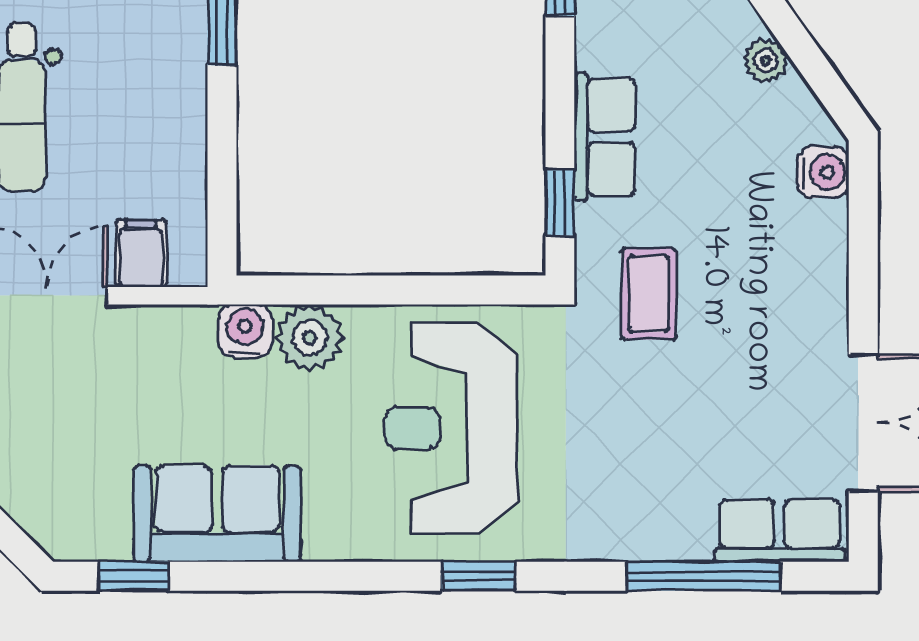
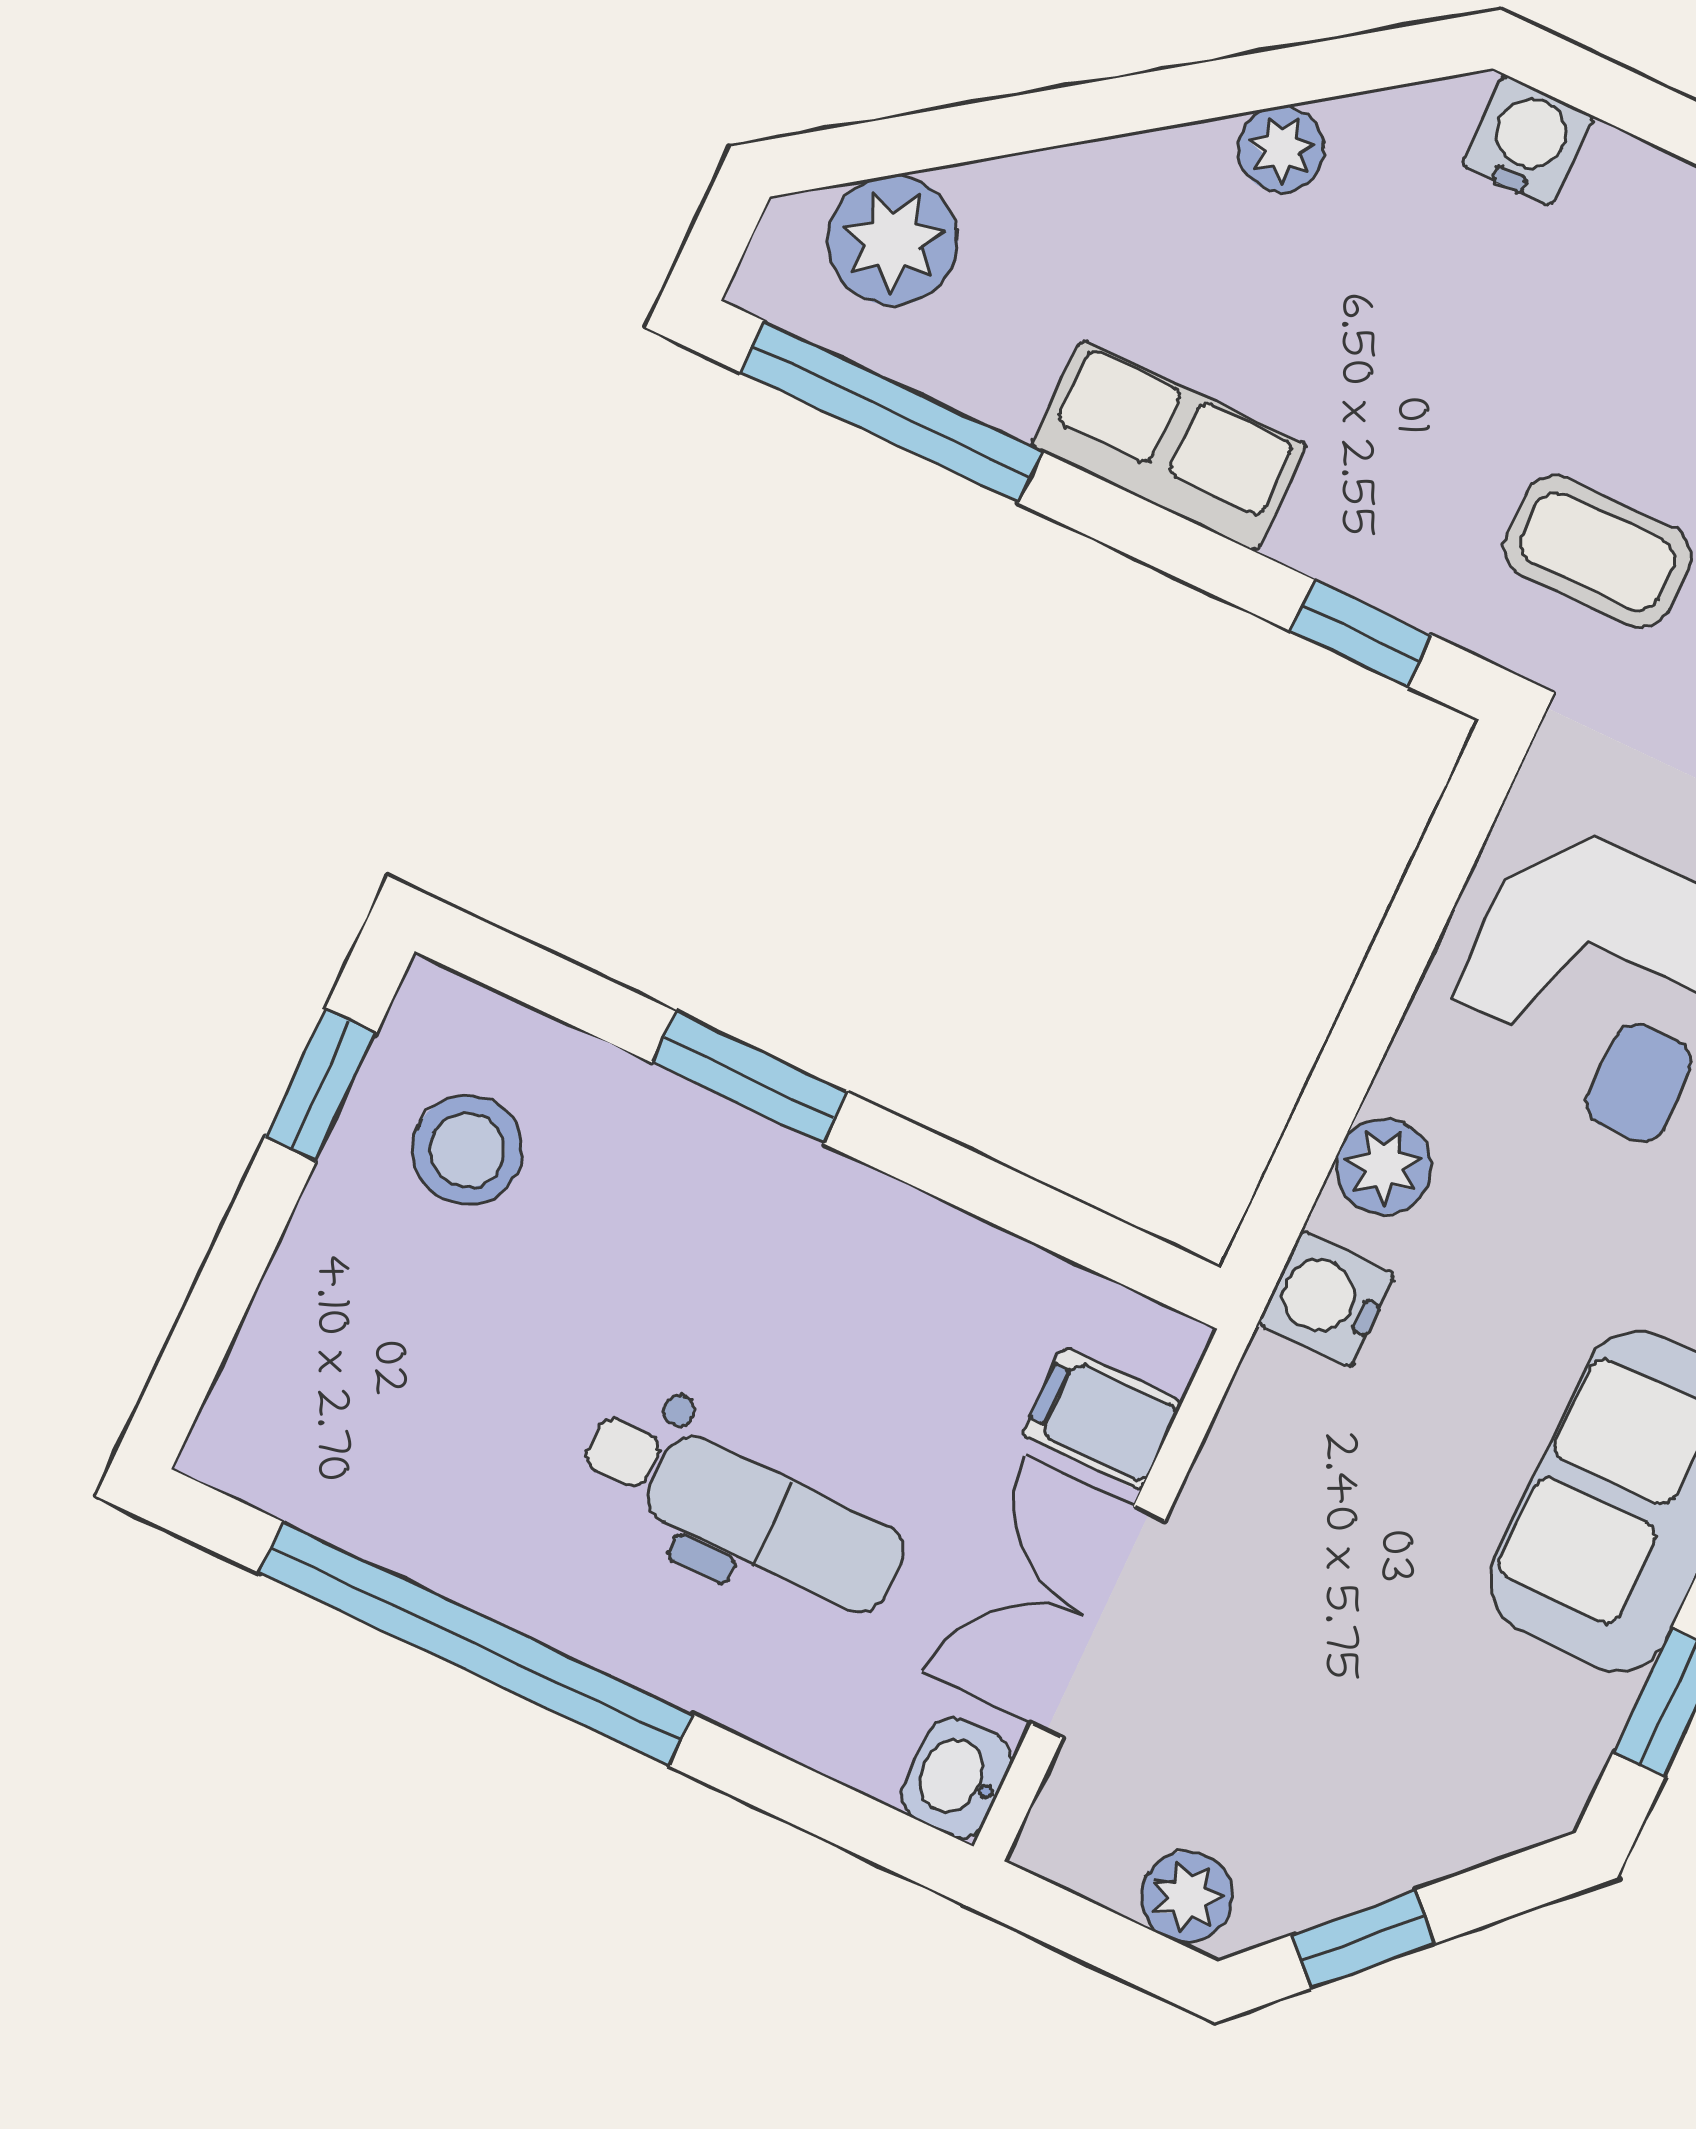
row of seats: (605, 137) -> (1169, 445), moved
plant: (310, 338) -> (1384, 1166), width x0.73, depth x0.73

